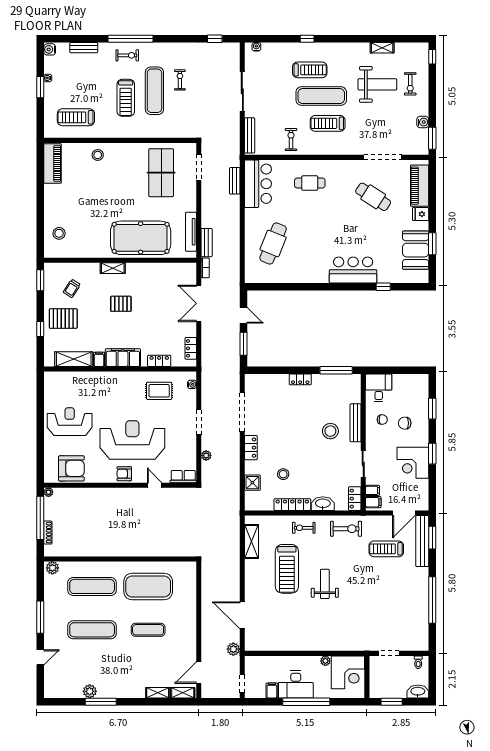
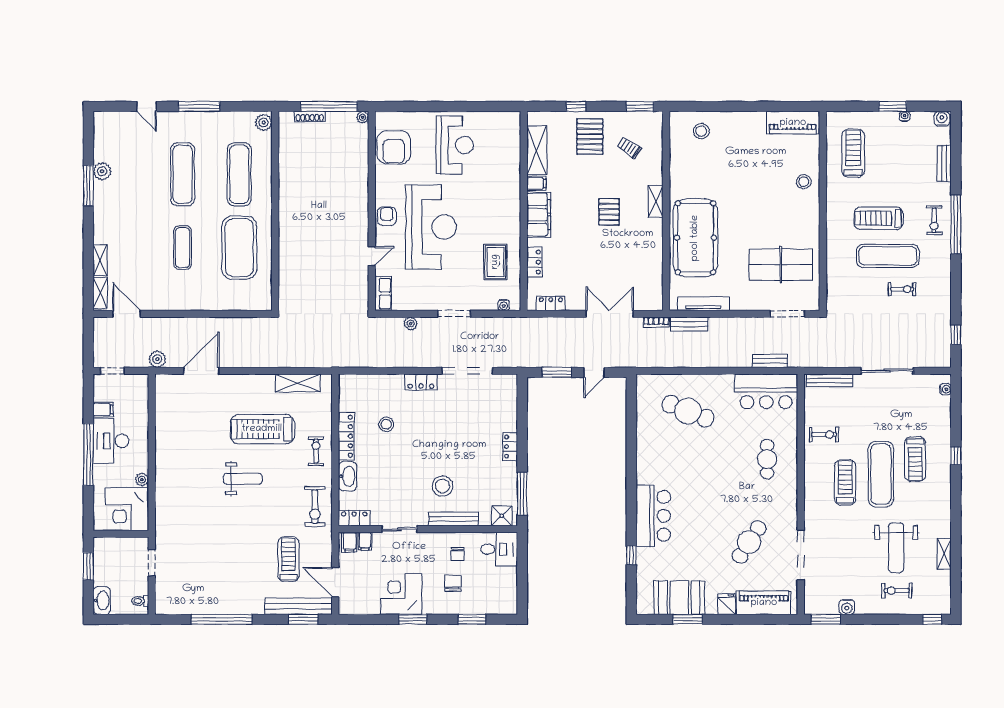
shower: (252, 483) -> (502, 516), moved

